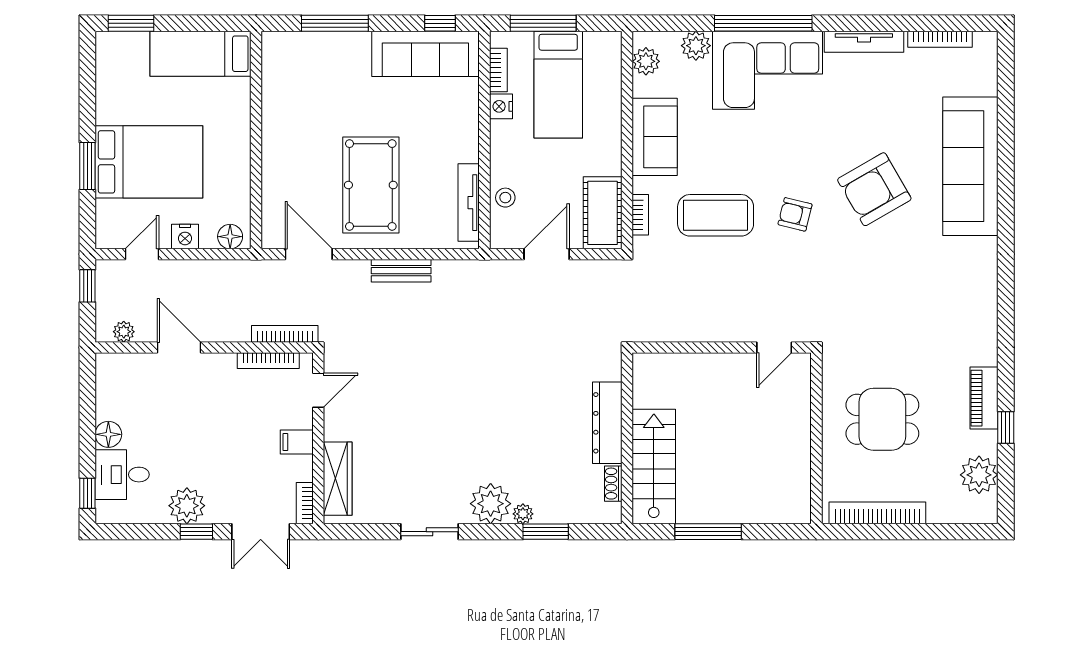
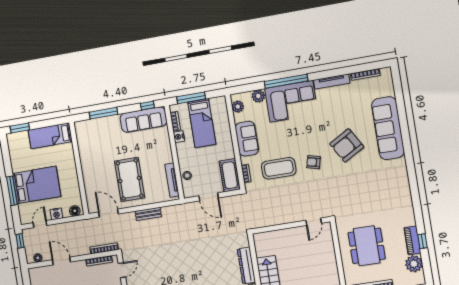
window: (87, 166) -> (12, 191), width x1.44
door: (547, 254) -> (209, 197), swing flipped
piano: (984, 398) -> (412, 240), moved
dining table: (882, 419) -> (367, 246), width x1.38

